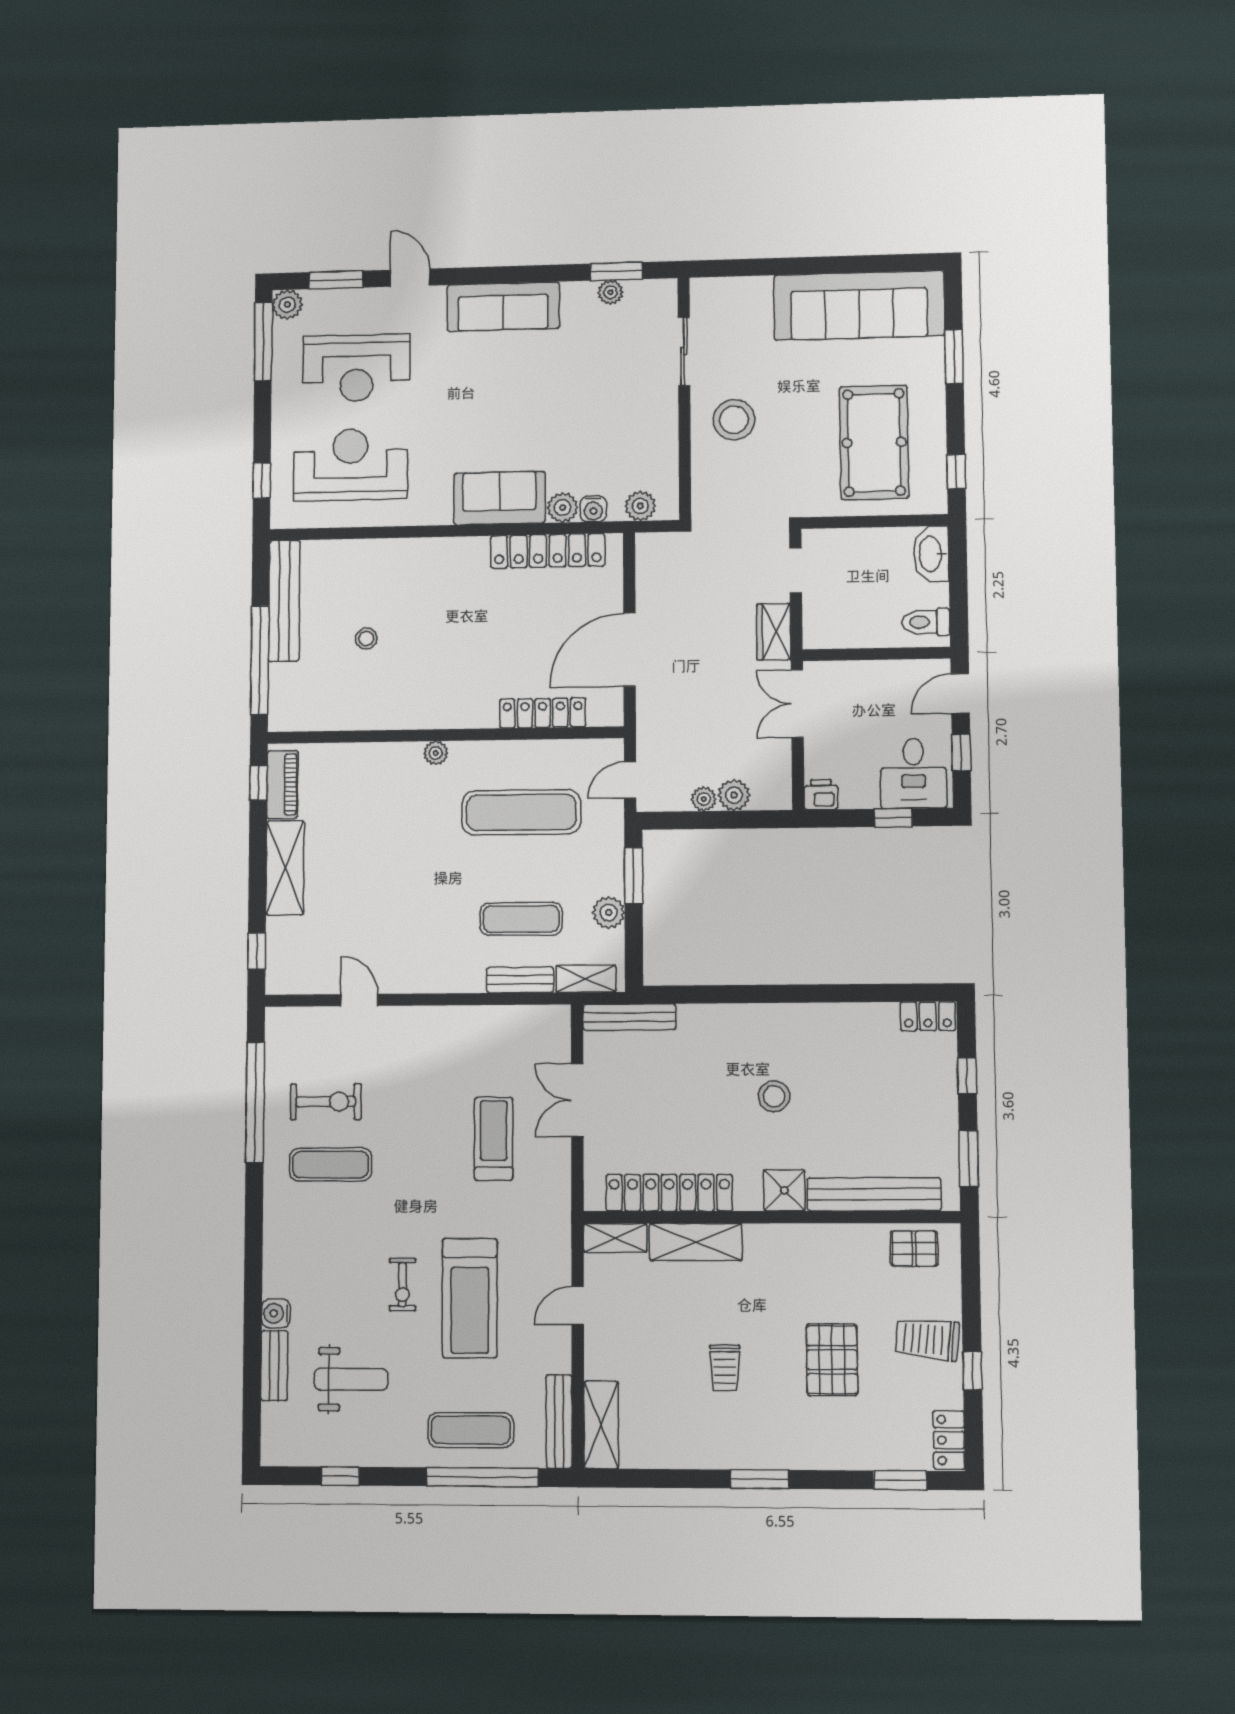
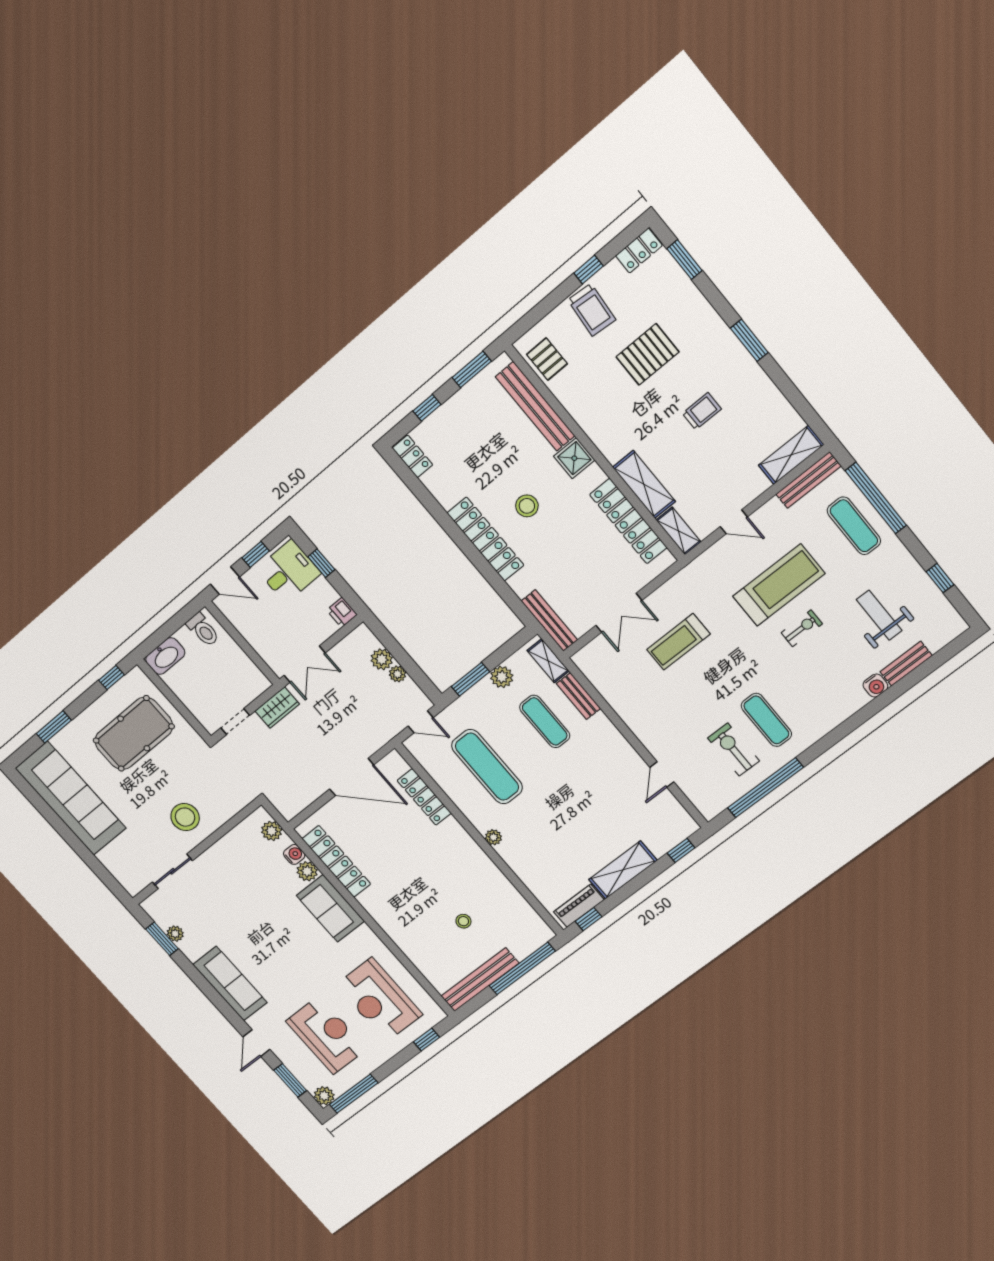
locker: (774, 1021) -> (485, 539), added

